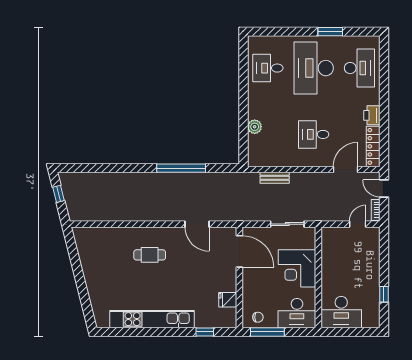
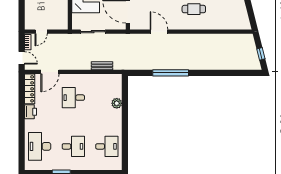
desk: (314, 68) -> (73, 146), width x0.53, depth x0.77
desk: (314, 134) -> (73, 98), turned 180

